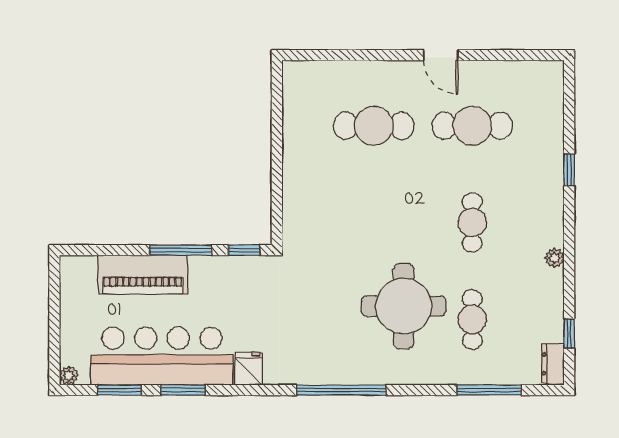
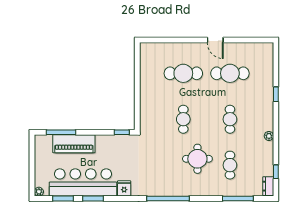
cafe table: (374, 223) -> (183, 119), added
window: (181, 250) -> (61, 132), moved
round table: (404, 306) -> (197, 159), width x0.73, depth x0.73

